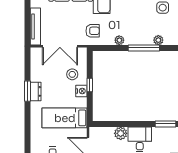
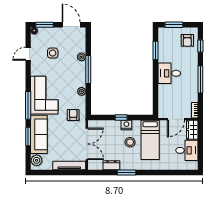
stool: (72, 74) -> (130, 142), moved
dresser: (36, 91) -> (111, 165), moved
plant: (121, 133) -> (164, 90), removed

